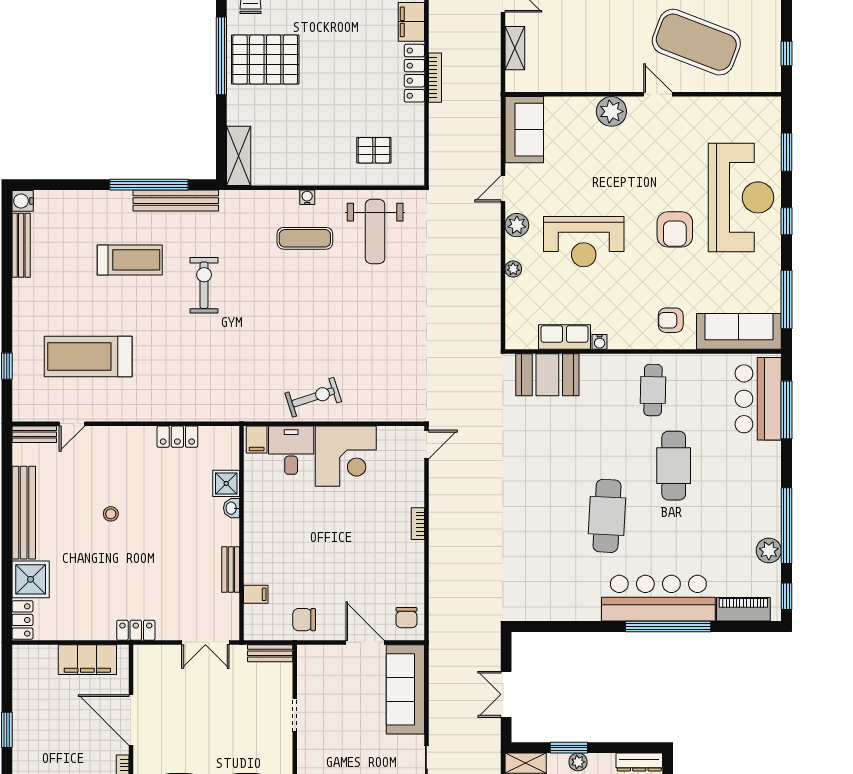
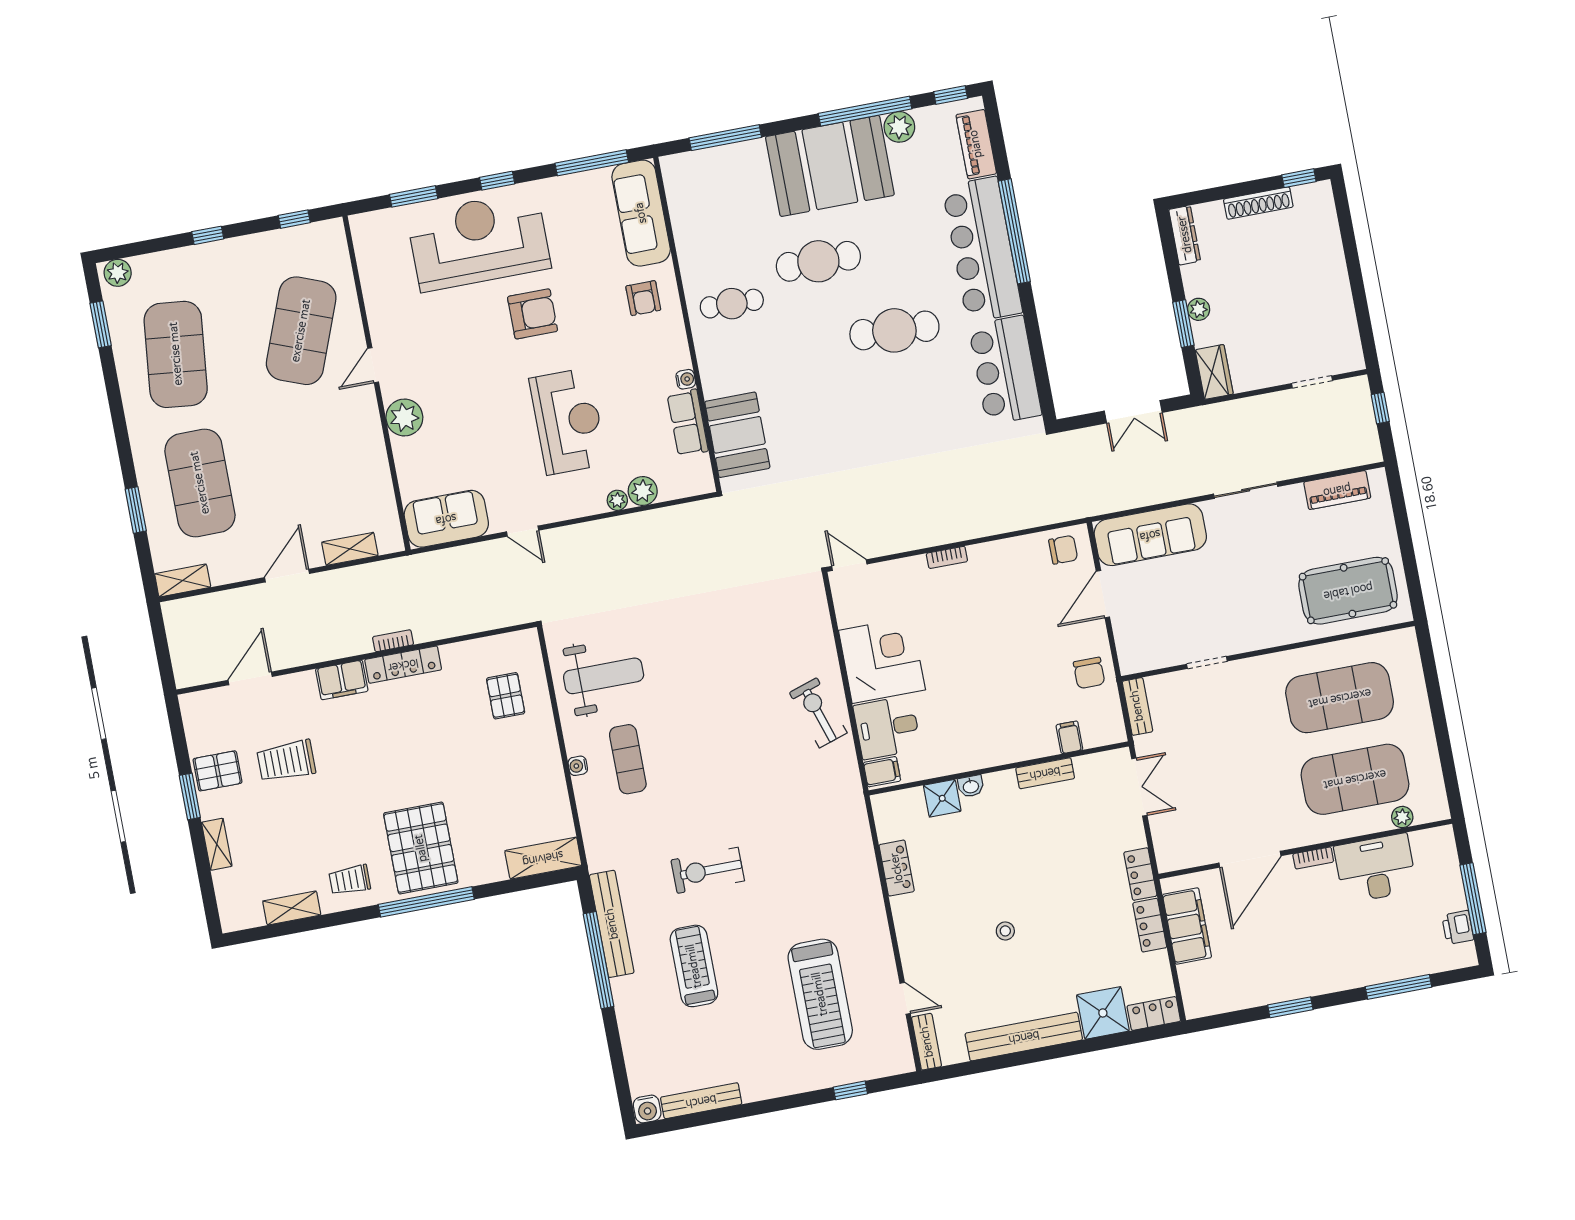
bookcase: (435, 78) -> (393, 641), width x0.64
plant: (517, 225) -> (643, 491), moved
bar counter: (758, 399) -> (1005, 370), moved, turned 90
booth: (748, 489) -> (830, 166), added
locker: (94, 630) -> (1150, 925), added

